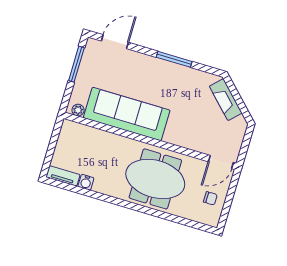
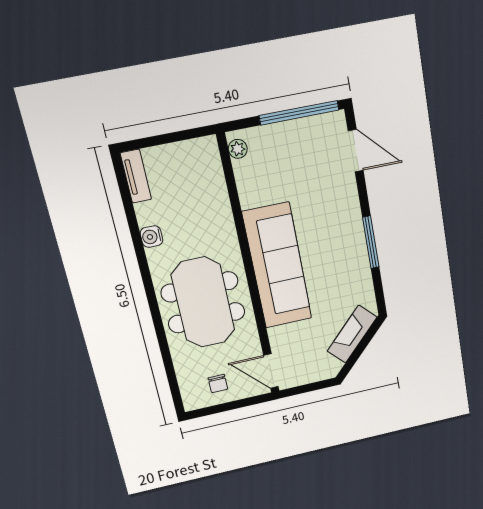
window: (76, 64) -> (299, 113), width x1.46
sofa: (127, 114) -> (277, 266), moved
water cooler: (86, 182) -> (152, 237), moved

